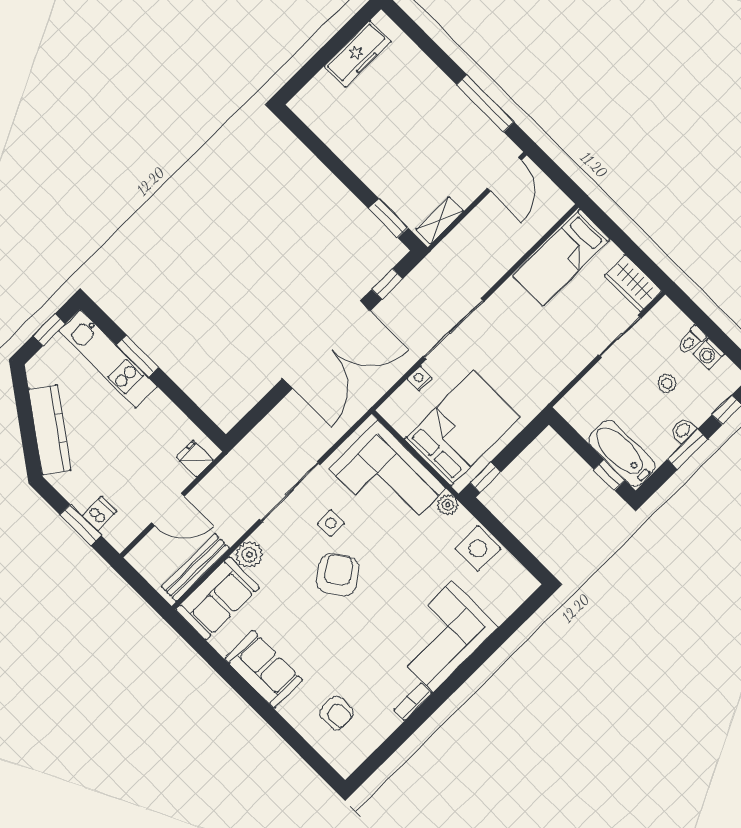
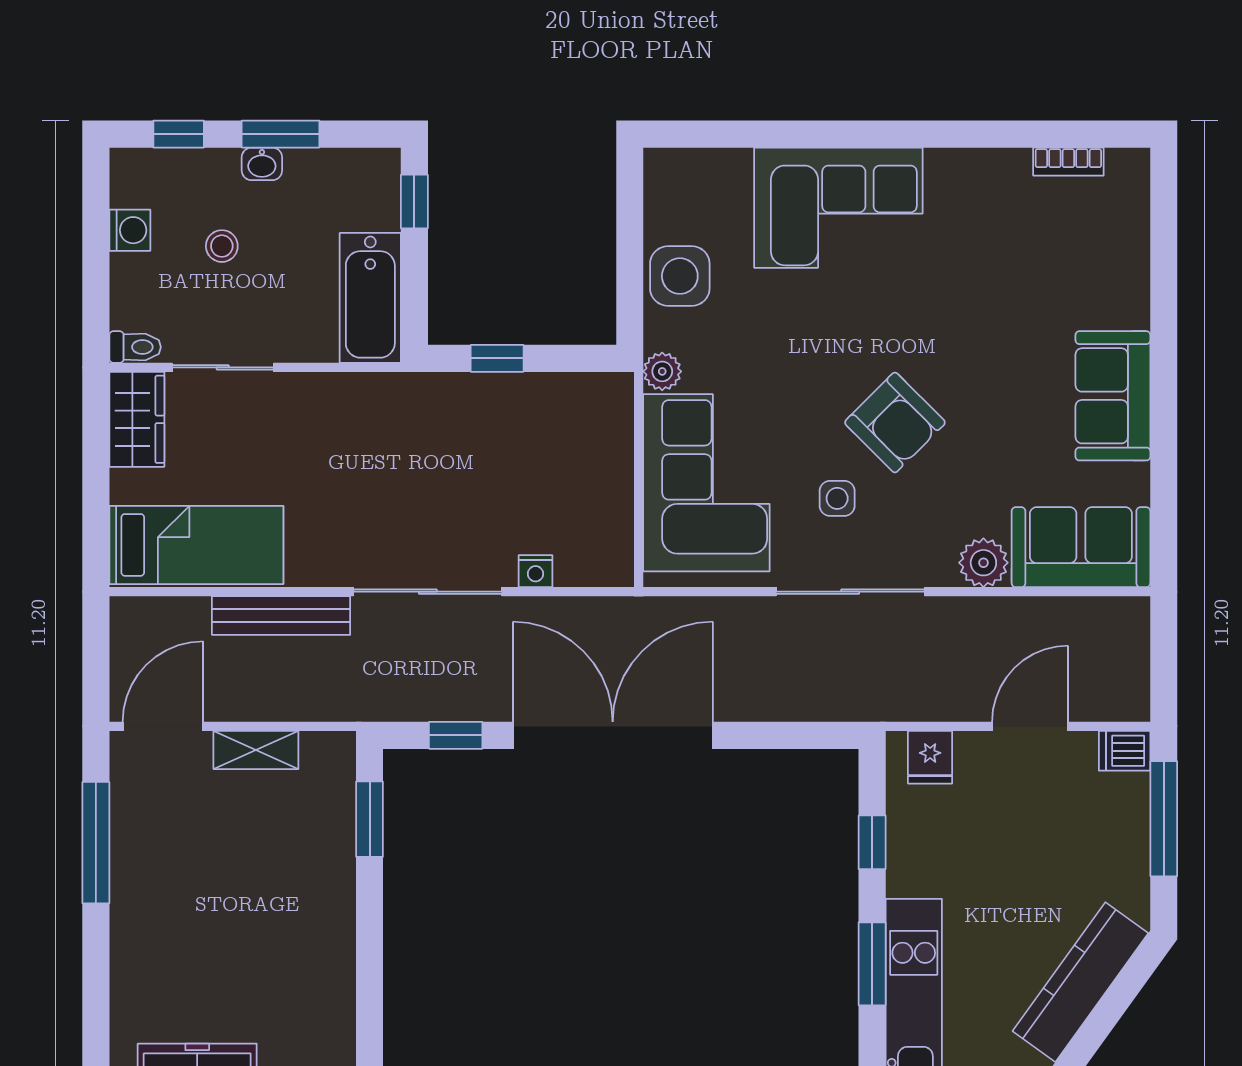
shelving: (440, 220) -> (256, 750), moved
toilet: (691, 340) -> (135, 347), moved
window: (185, 403) -> (872, 842), added
bed: (462, 428) -> (545, 452), removed
bathtub: (622, 453) -> (370, 298), moved
window: (485, 477) -> (497, 358), moved
door: (168, 509) -> (1030, 726), hinge flipped
dishwasher: (99, 514) -> (1125, 751), moved
window: (81, 525) -> (1164, 819), width x1.44
bench: (196, 567) -> (281, 616), moved
armchair: (338, 575) -> (895, 422), turned -100
bookcase: (413, 702) -> (1068, 162), moved
armchair: (337, 713) -> (1075, 245), removed

